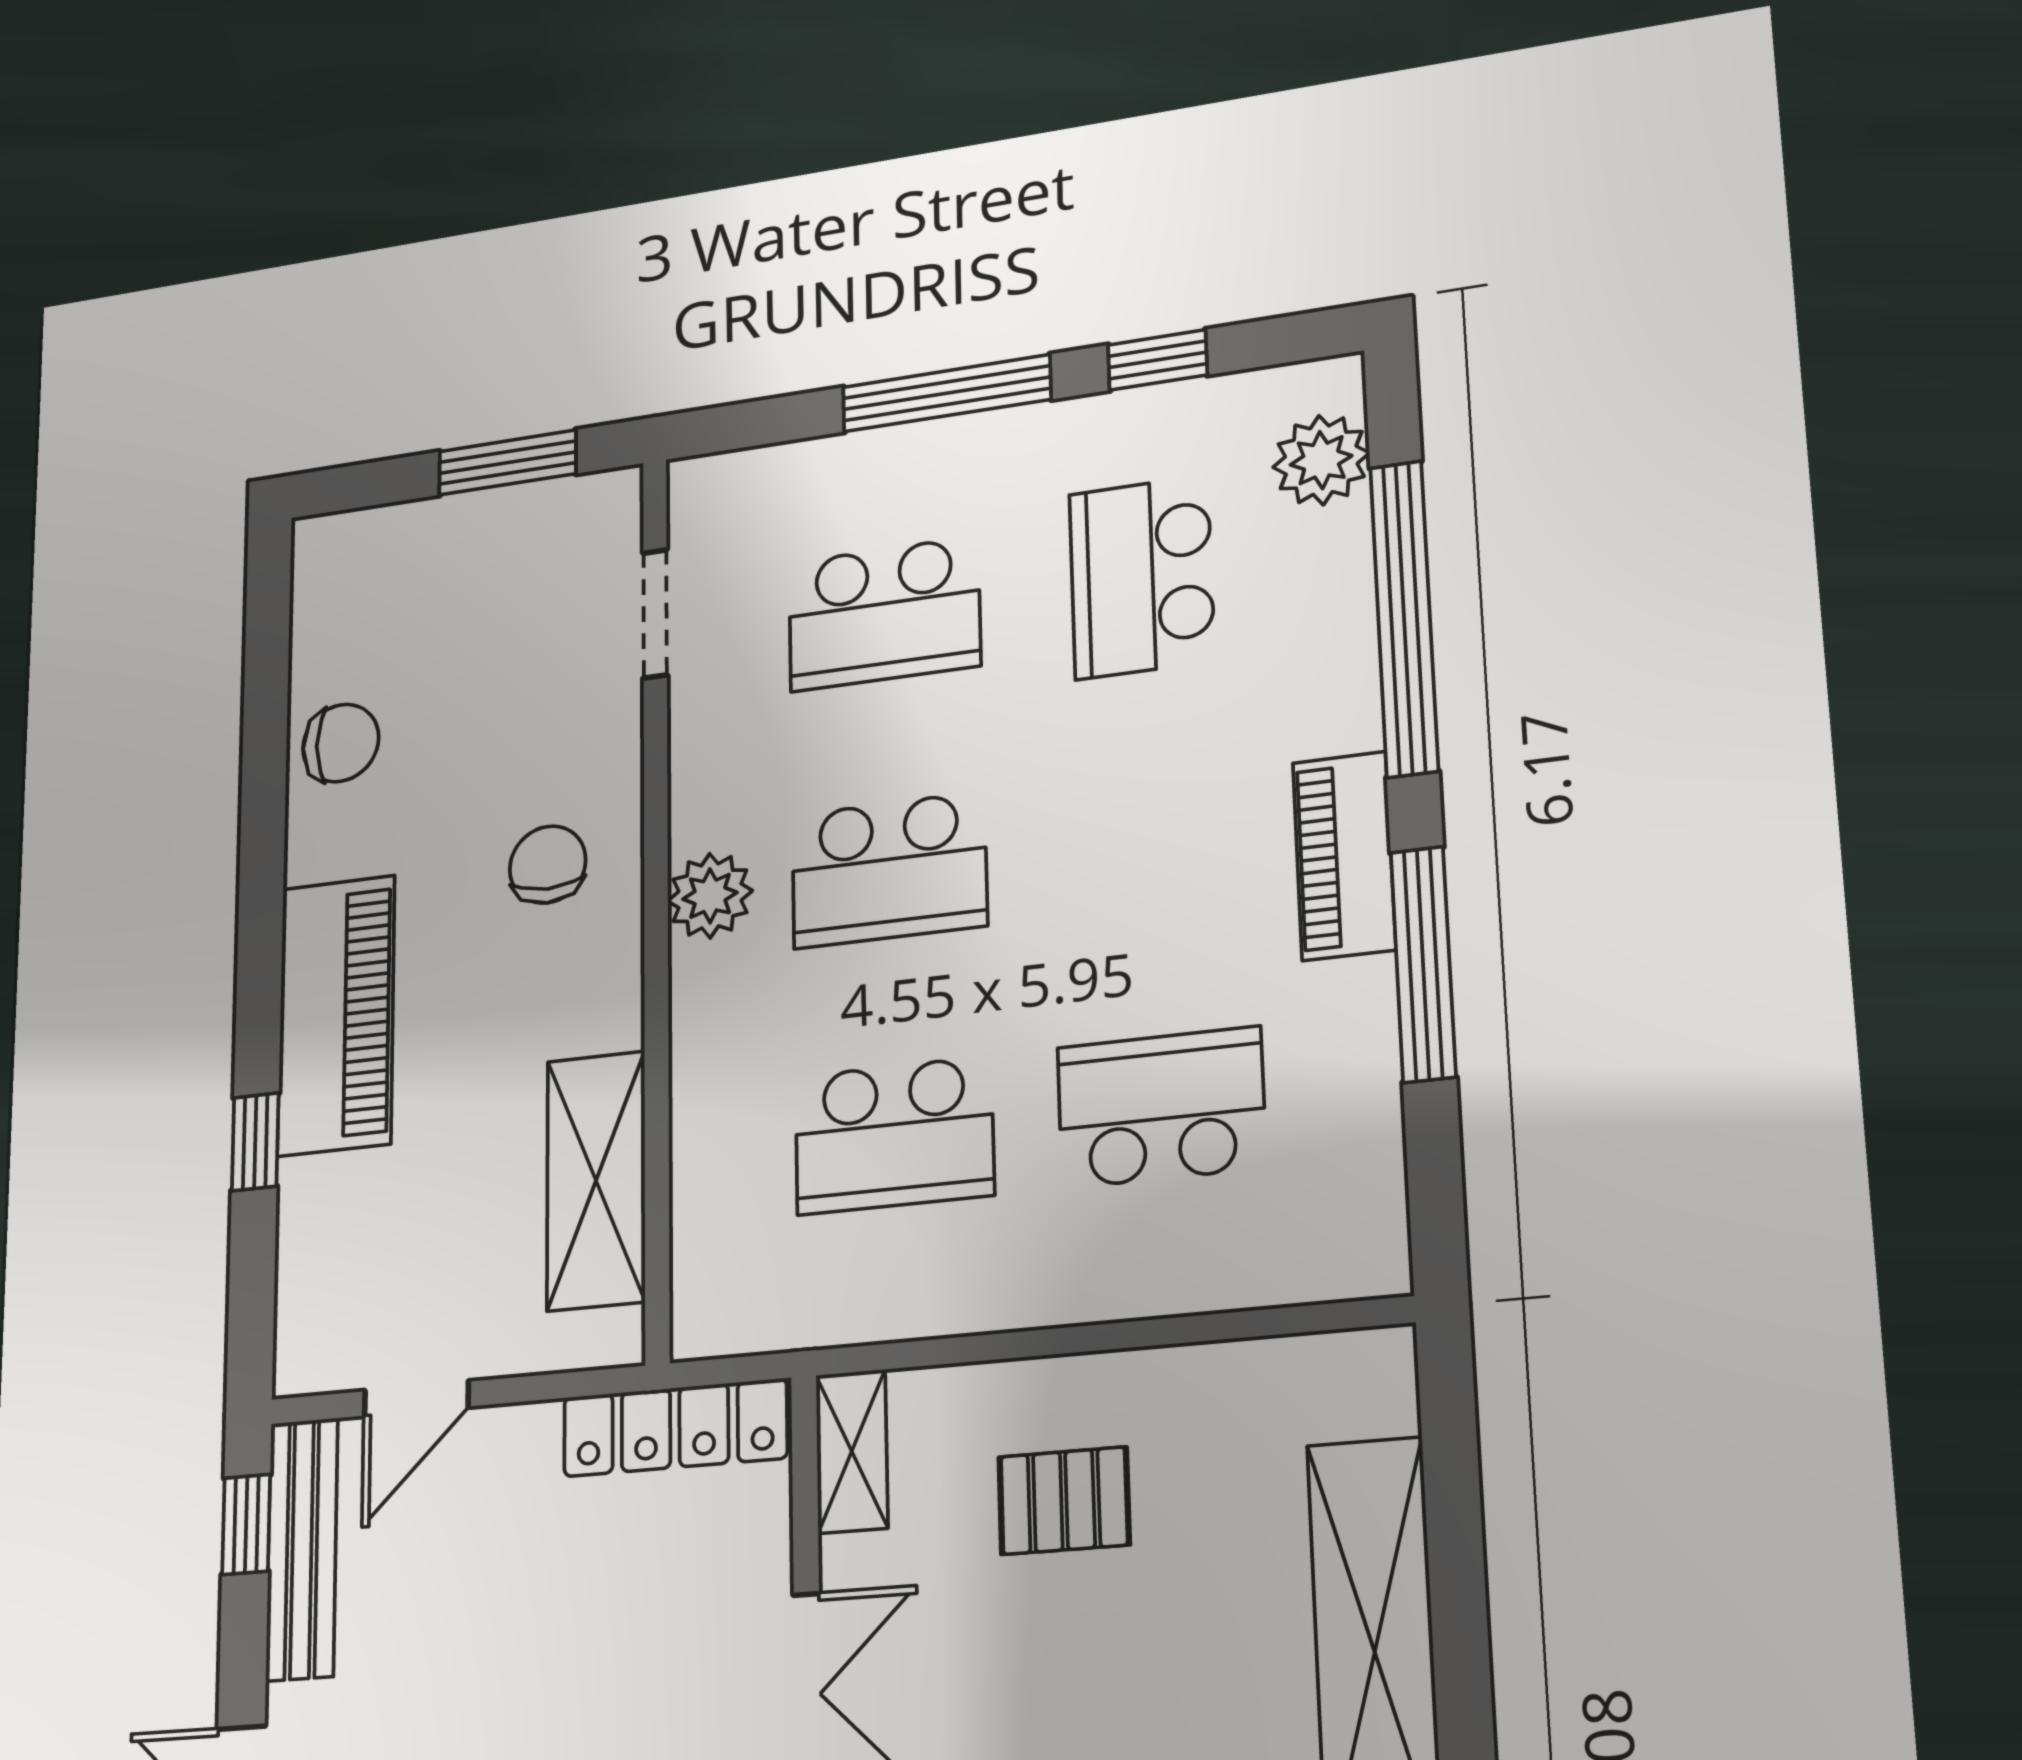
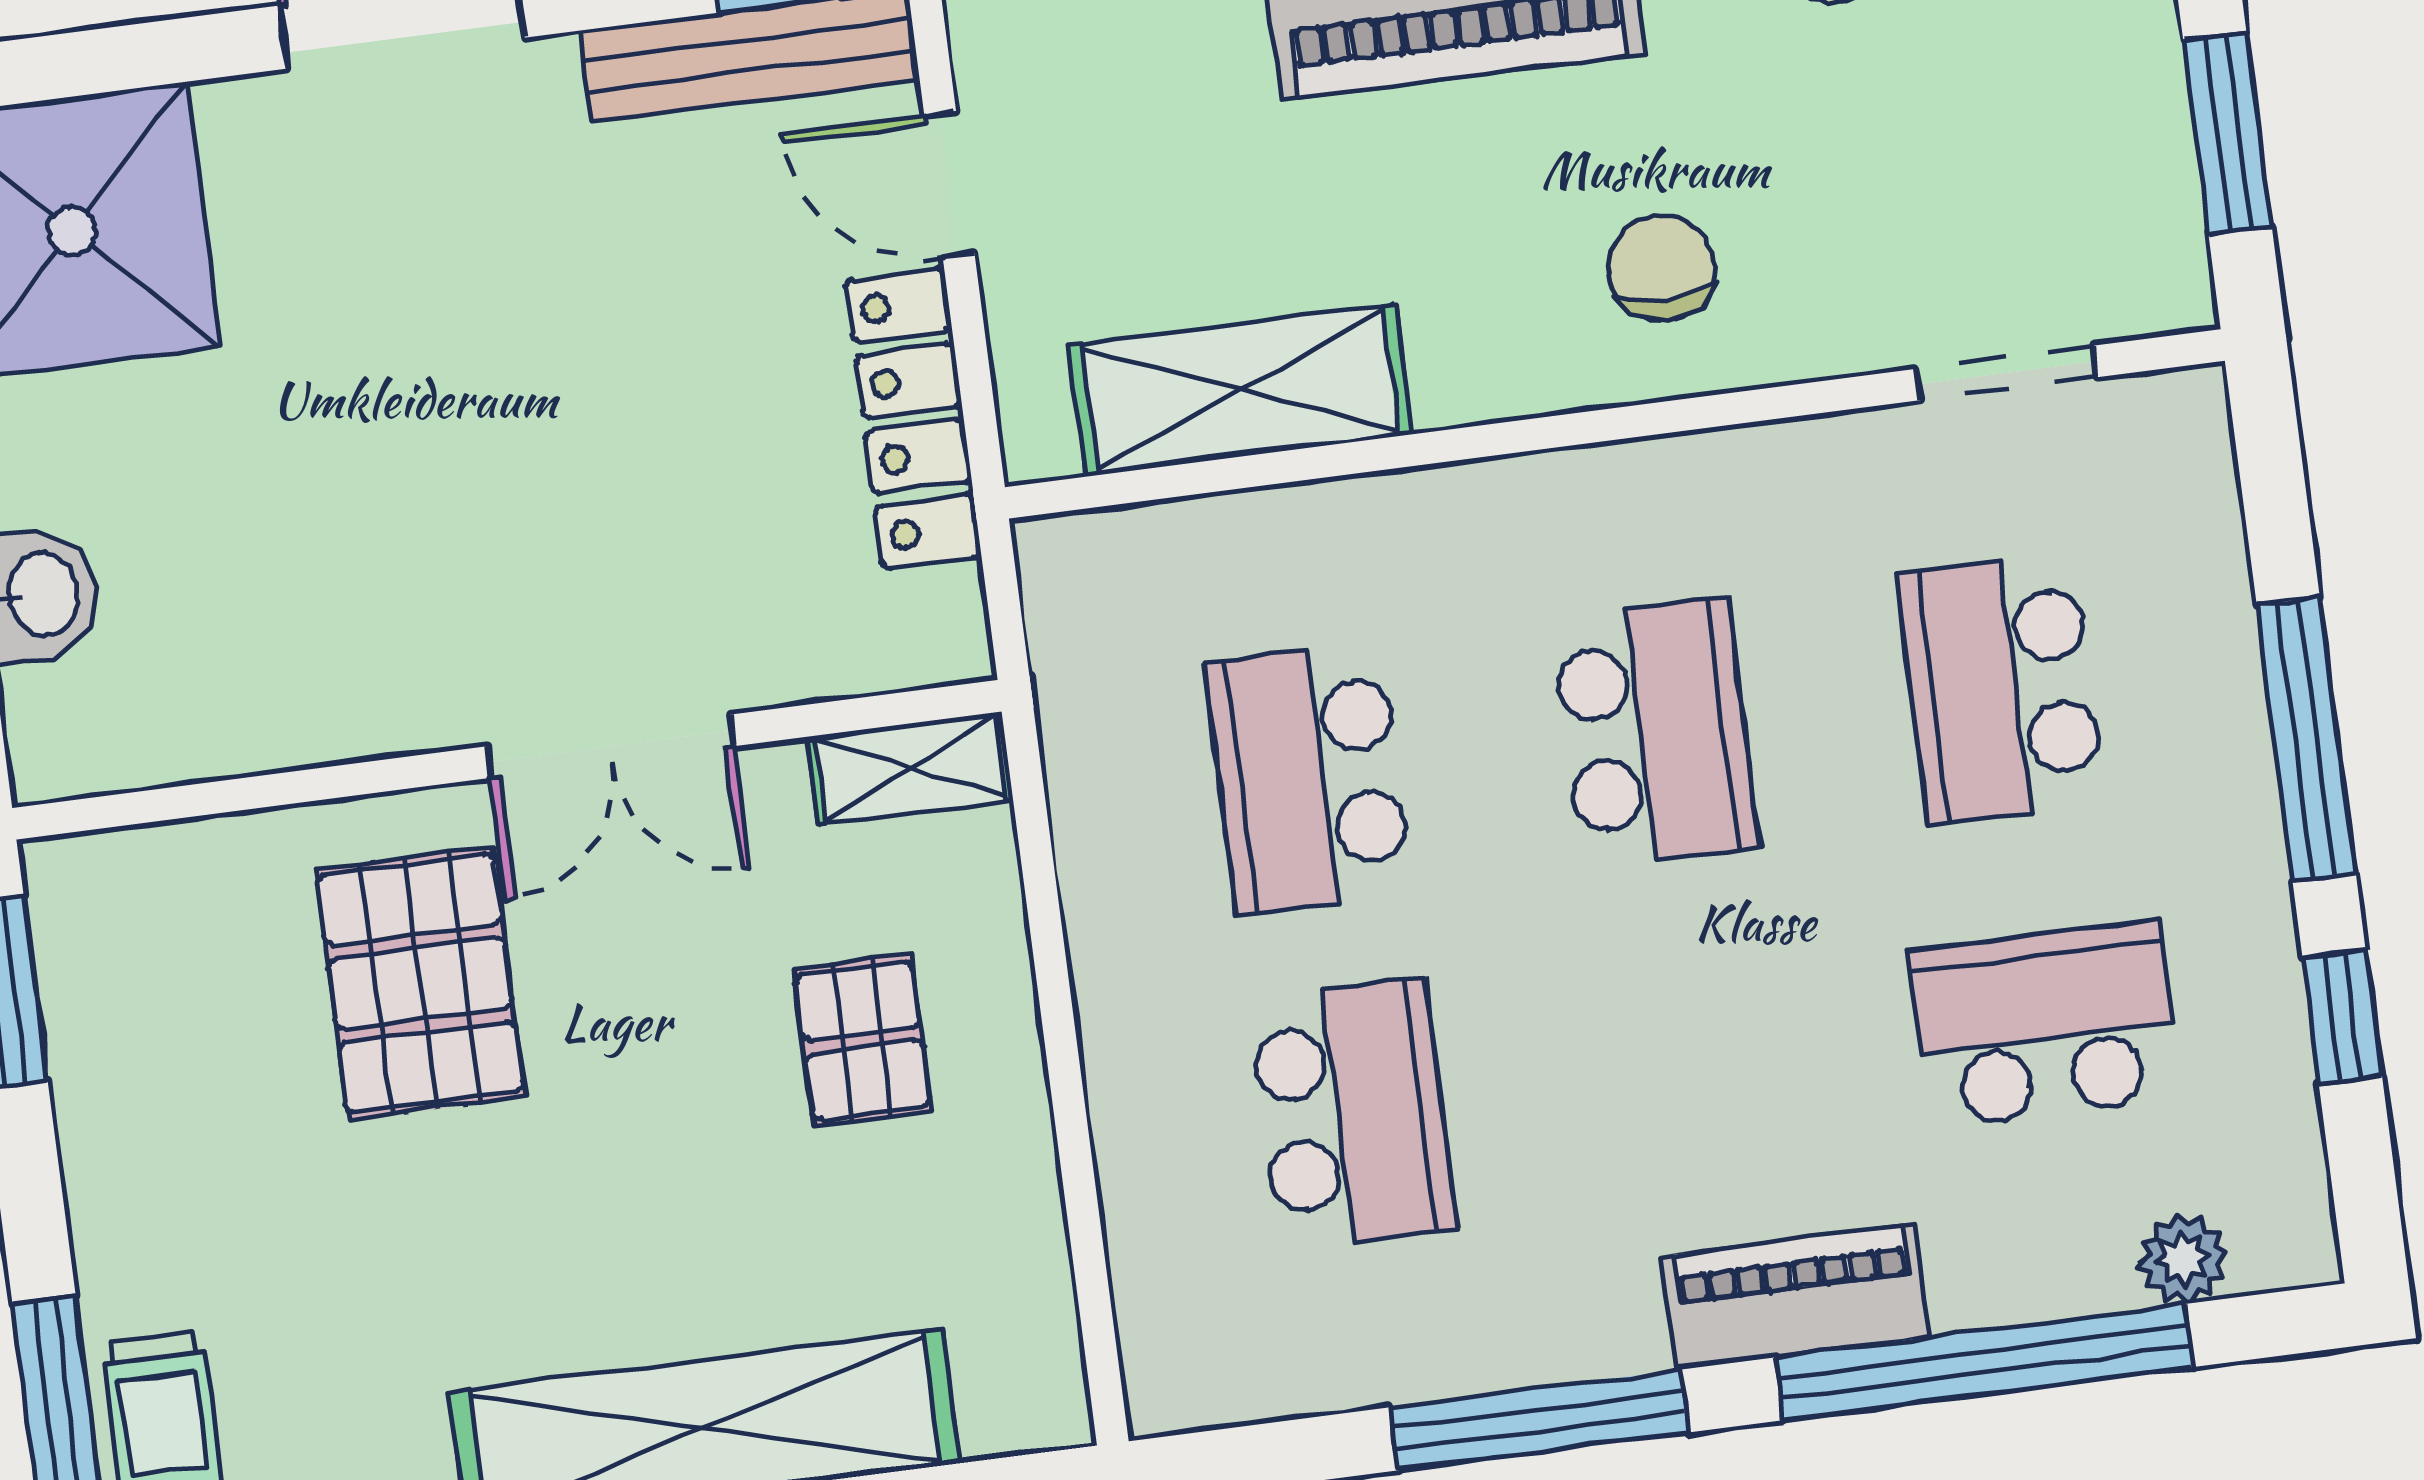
plant: (1321, 460) -> (2183, 1259), width x0.73, depth x0.73
piano: (1344, 856) -> (1795, 1297), moved
chair: (548, 865) -> (1661, 268), turned -90
school desk: (889, 870) -> (1655, 733), turned 180
plant: (710, 896) -> (1620, 497), removed
locker: (675, 1428) -> (913, 419), moved

